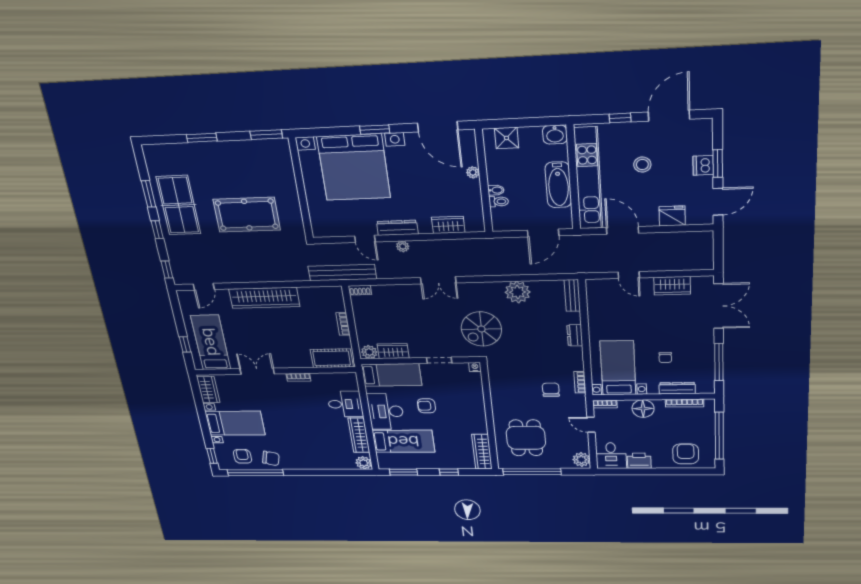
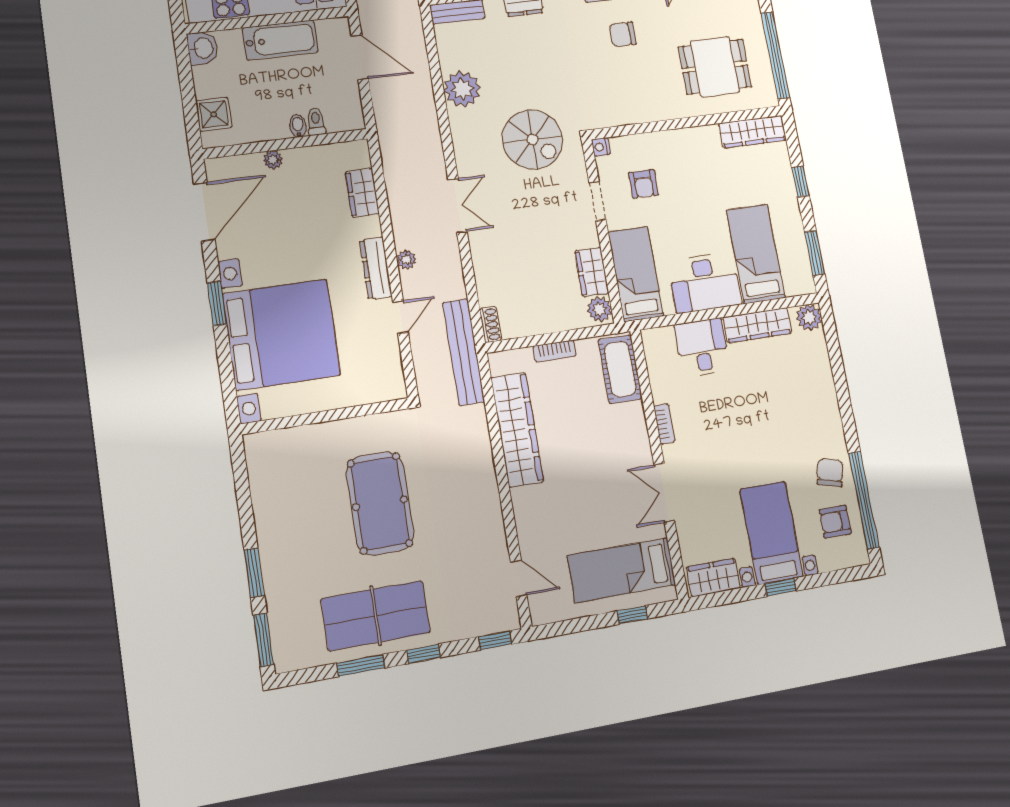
window: (266, 135) -> (264, 640), moved
wardrobe: (264, 298) -> (517, 429), moved
armchair: (426, 406) -> (643, 184), moved
window: (212, 456) -> (781, 587), moved

